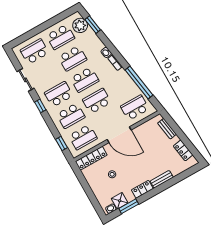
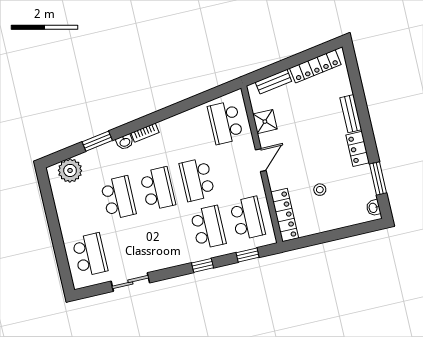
window: (93, 25) -> (97, 141), moved
school desk: (60, 37) -> (79, 207), removed
school desk: (35, 52) -> (90, 255), turned 180
window: (139, 82) -> (188, 104), removed
school desk: (59, 94) -> (169, 236), removed
window: (40, 106) -> (202, 265), moved
door: (119, 135) -> (261, 160), width x0.53
locker: (183, 150) -> (315, 66), width x1.53
shower: (120, 201) -> (265, 122), moved

